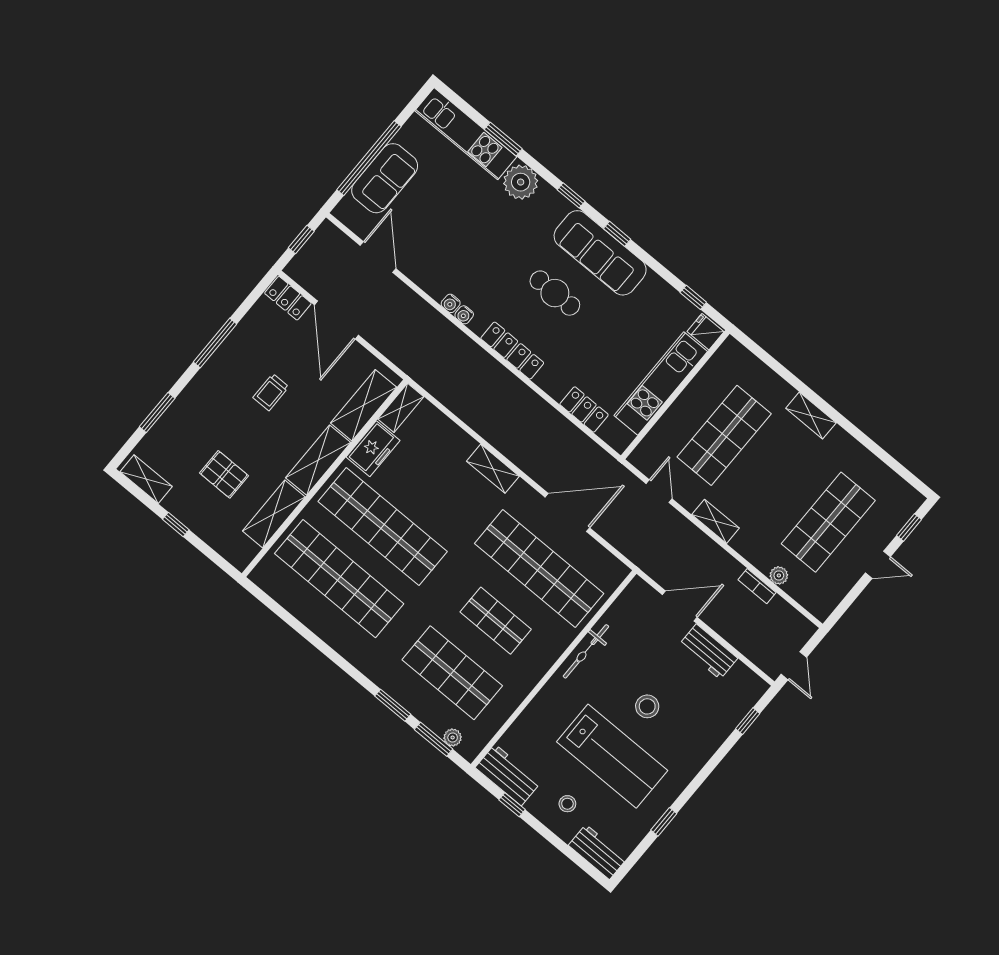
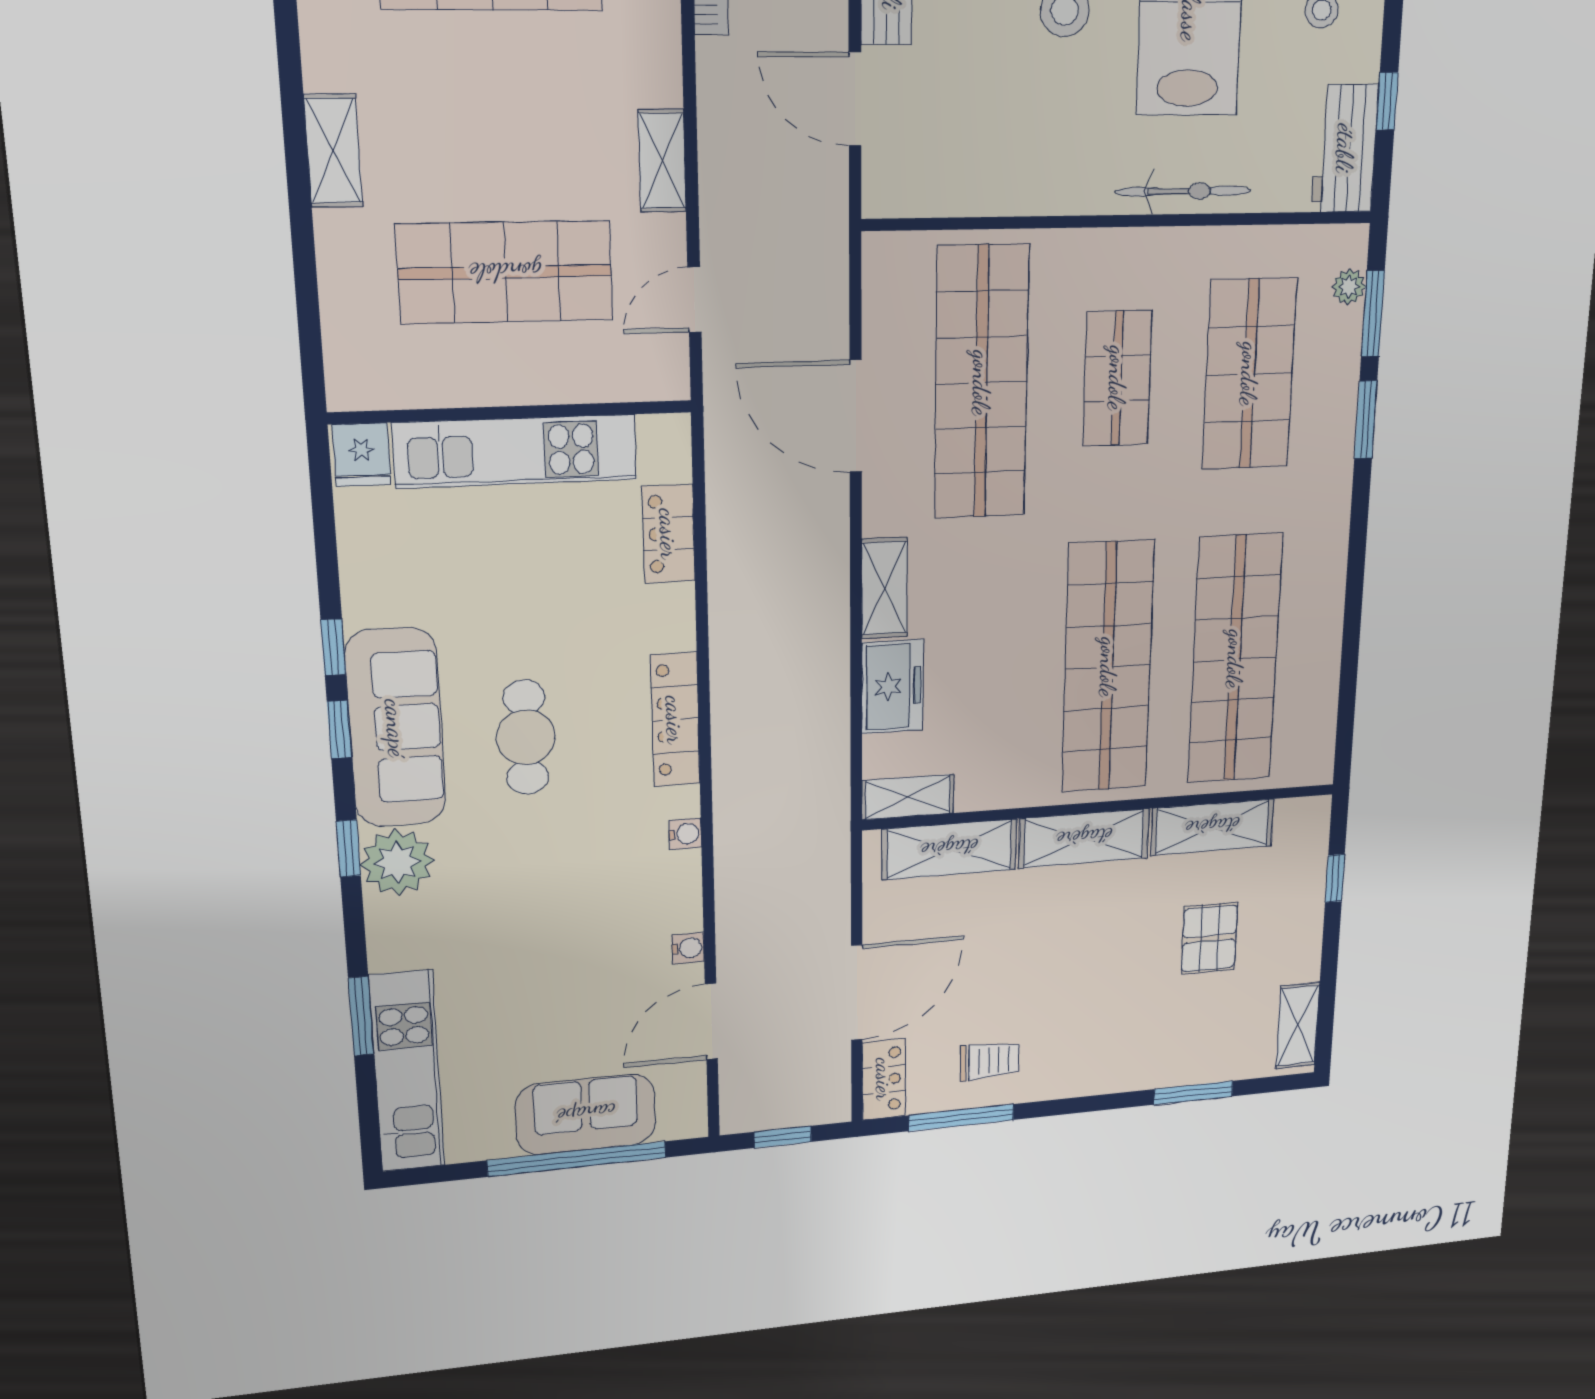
plant: (521, 182) -> (397, 862), moved
window: (693, 297) -> (333, 647), moved
water cooler: (451, 303) -> (688, 948), moved
window: (215, 343) -> (961, 1118), moved
trolley: (271, 392) -> (990, 1061), moved
freezer: (373, 449) -> (892, 686), moved, turned 90
window: (176, 525) -> (1335, 878), moved
bicycle: (586, 651) -> (1183, 191), moved

